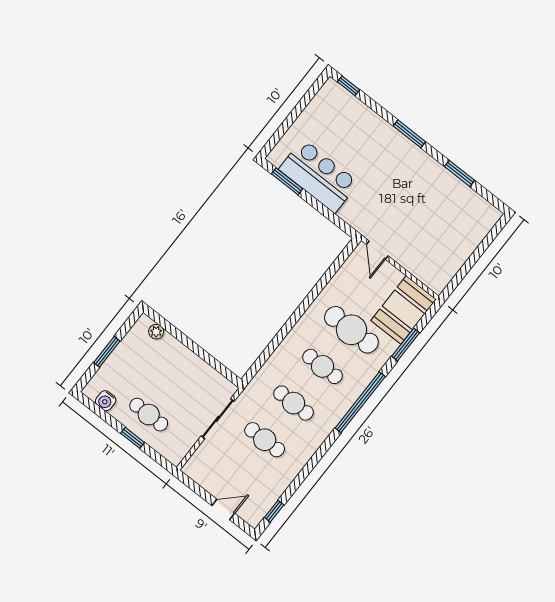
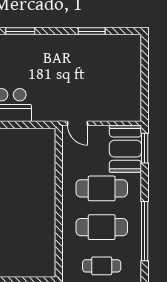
window: (409, 134) -> (20, 31), moved
window: (406, 345) -> (145, 148), moved
cafe table: (322, 366) -> (102, 227), width x1.37, depth x1.35

